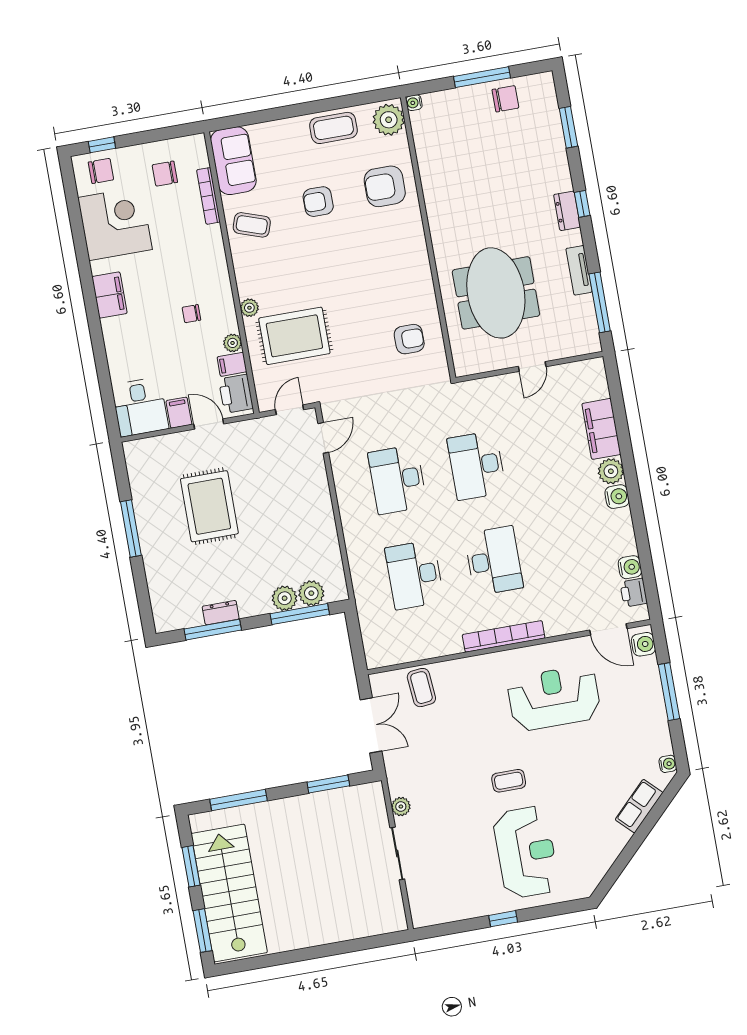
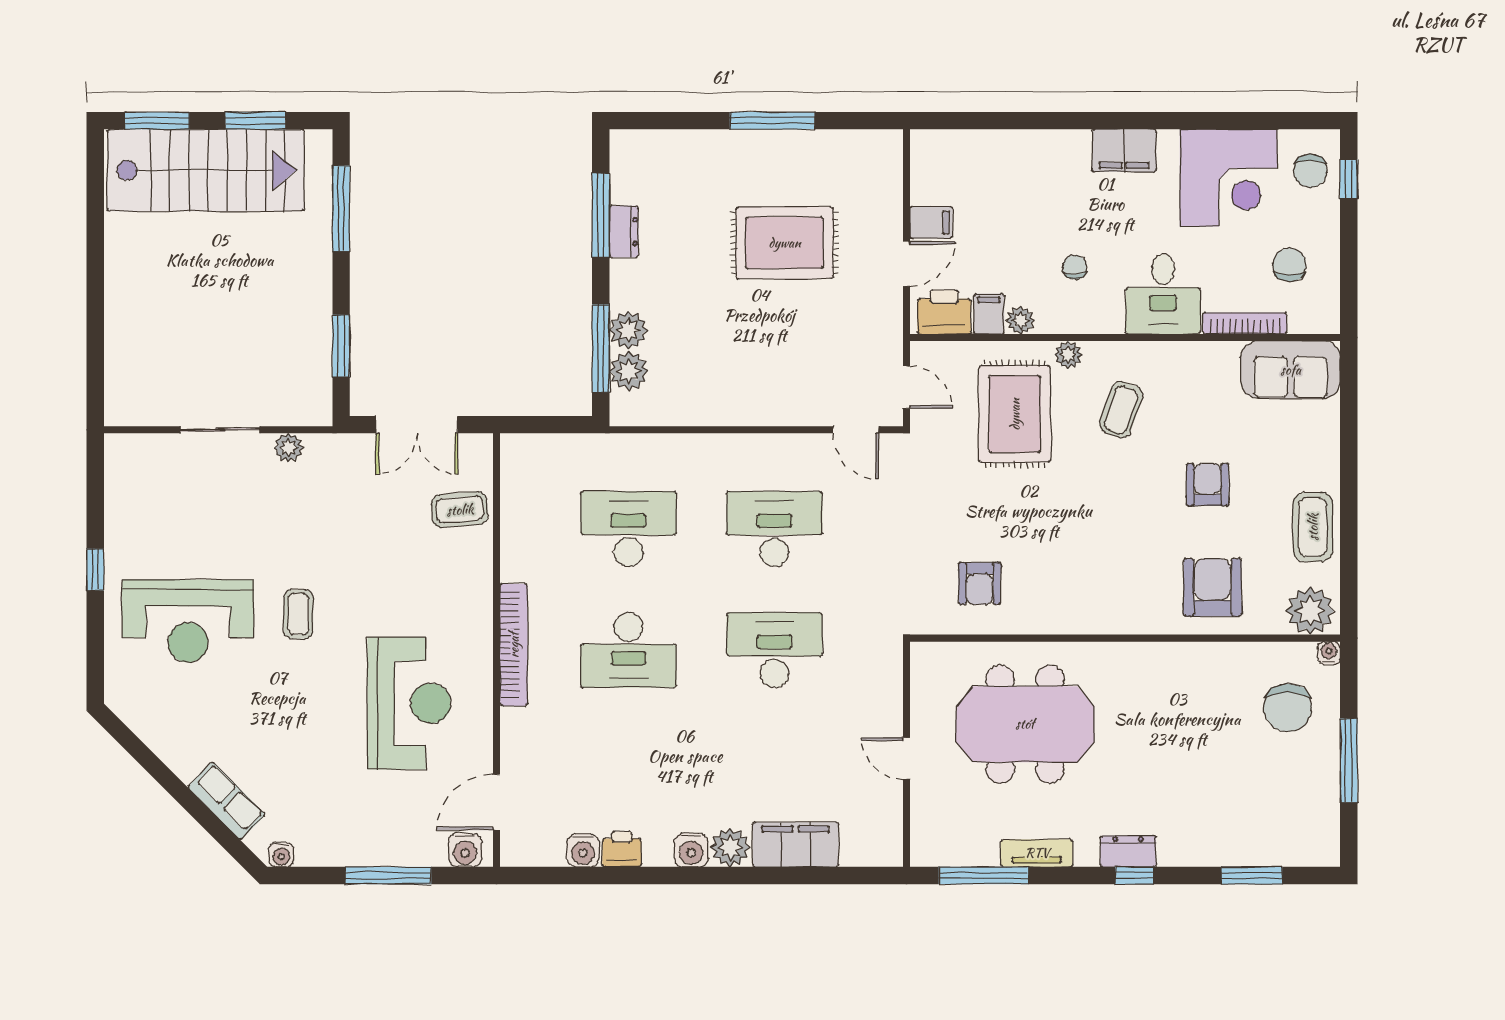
chair: (505, 99) -> (1288, 708), moved, width x1.37, depth x1.37
coffee table: (252, 225) -> (1121, 410), moved
desk: (140, 407) -> (1163, 294), moved, turned -90
printer: (634, 593) -> (622, 849), moved

